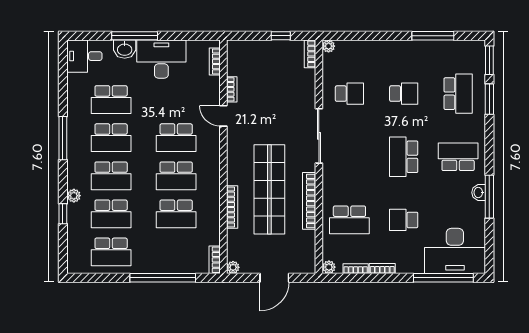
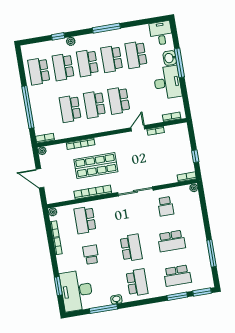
school desk: (404, 94) -> (172, 241), width x1.85
school desk: (404, 157) -> (131, 248), turned 90
shop shelf: (269, 189) -> (96, 166), width x0.71
window: (489, 197) -> (103, 309), moved
window: (443, 278) -> (58, 286), width x0.47

